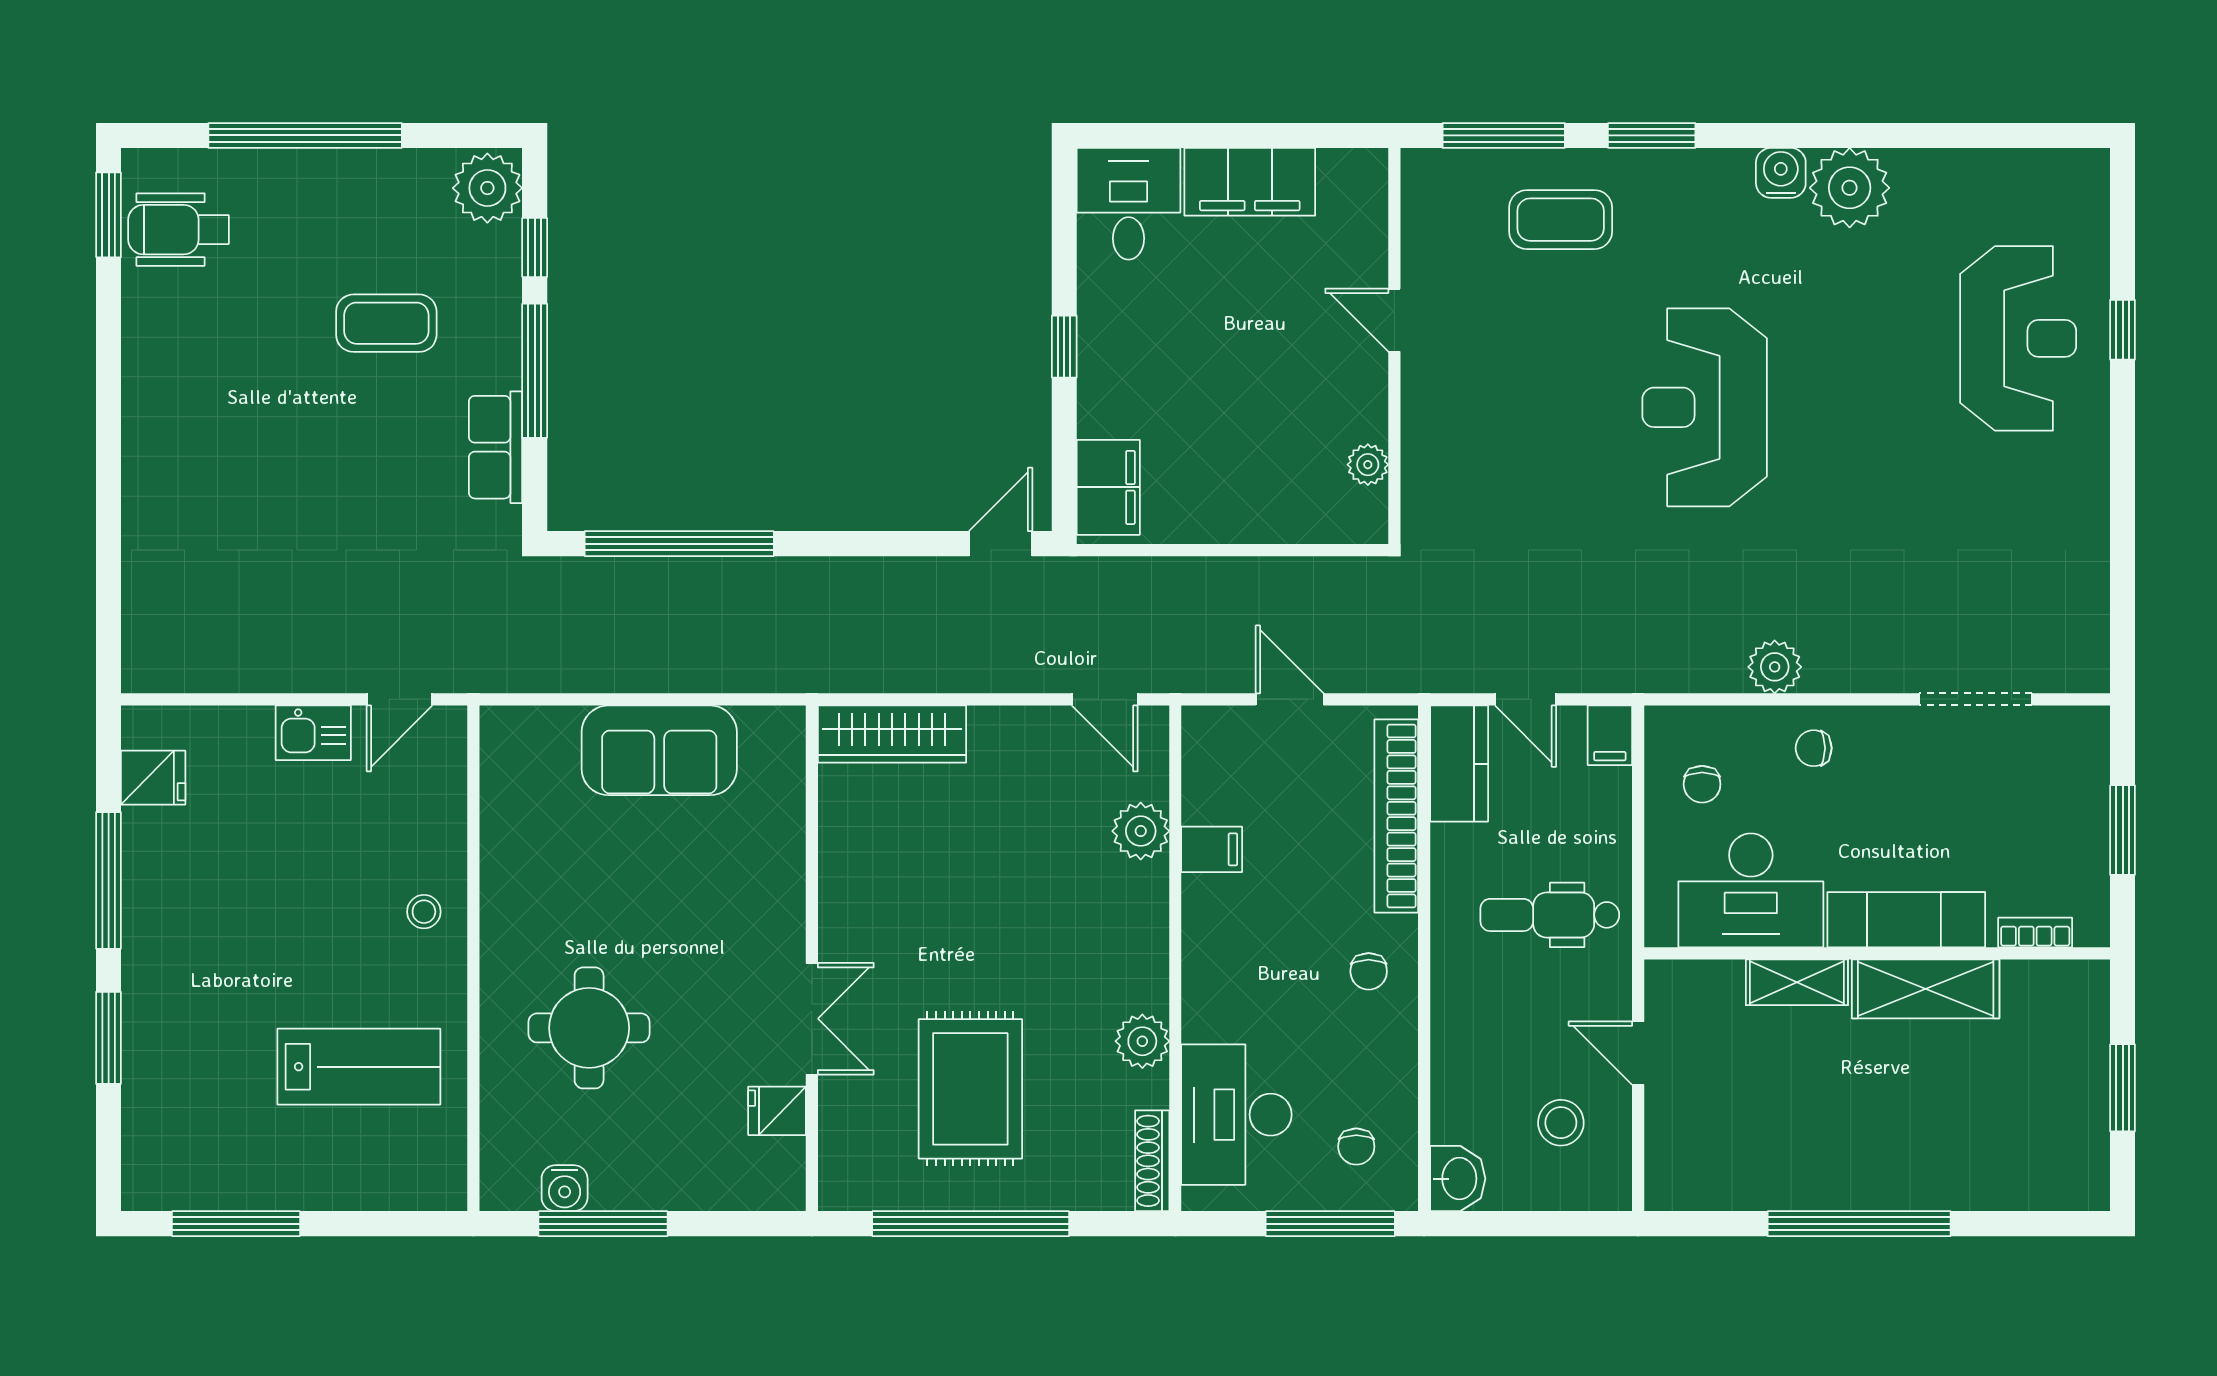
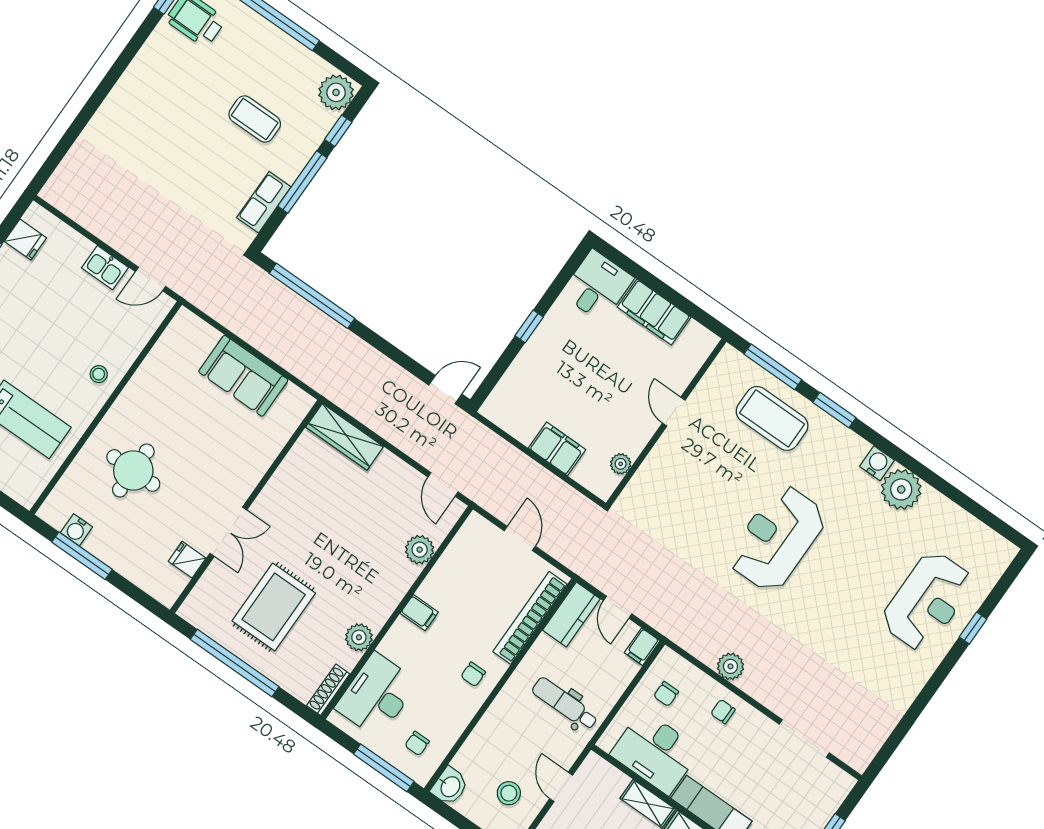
coffee table: (1561, 220) -> (772, 418), width x1.36, depth x1.32
filing cabinet: (1108, 487) -> (557, 449), moved, turned -90
filing cabinet: (1212, 849) -> (419, 613), moved

